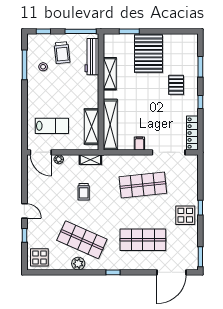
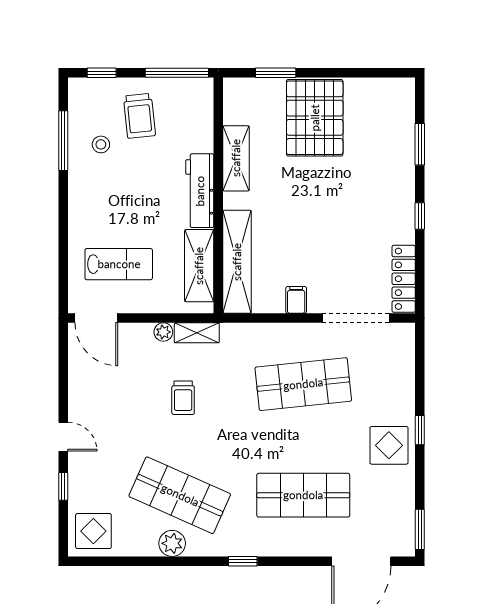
workbench: (92, 57) -> (200, 191), moved
pallet: (176, 85) -> (371, 181), removed
plant: (59, 159) -> (163, 332), moved

